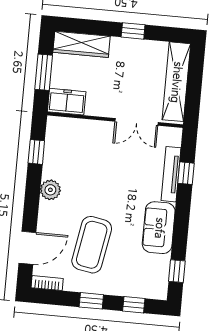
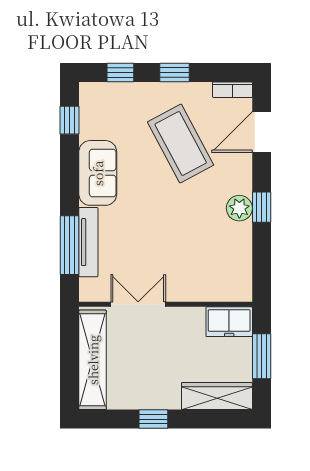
window: (36, 152) -> (262, 207), moved
window: (186, 173) -> (70, 245), width x2.17
coffee table: (92, 245) -> (181, 144), turned -38

